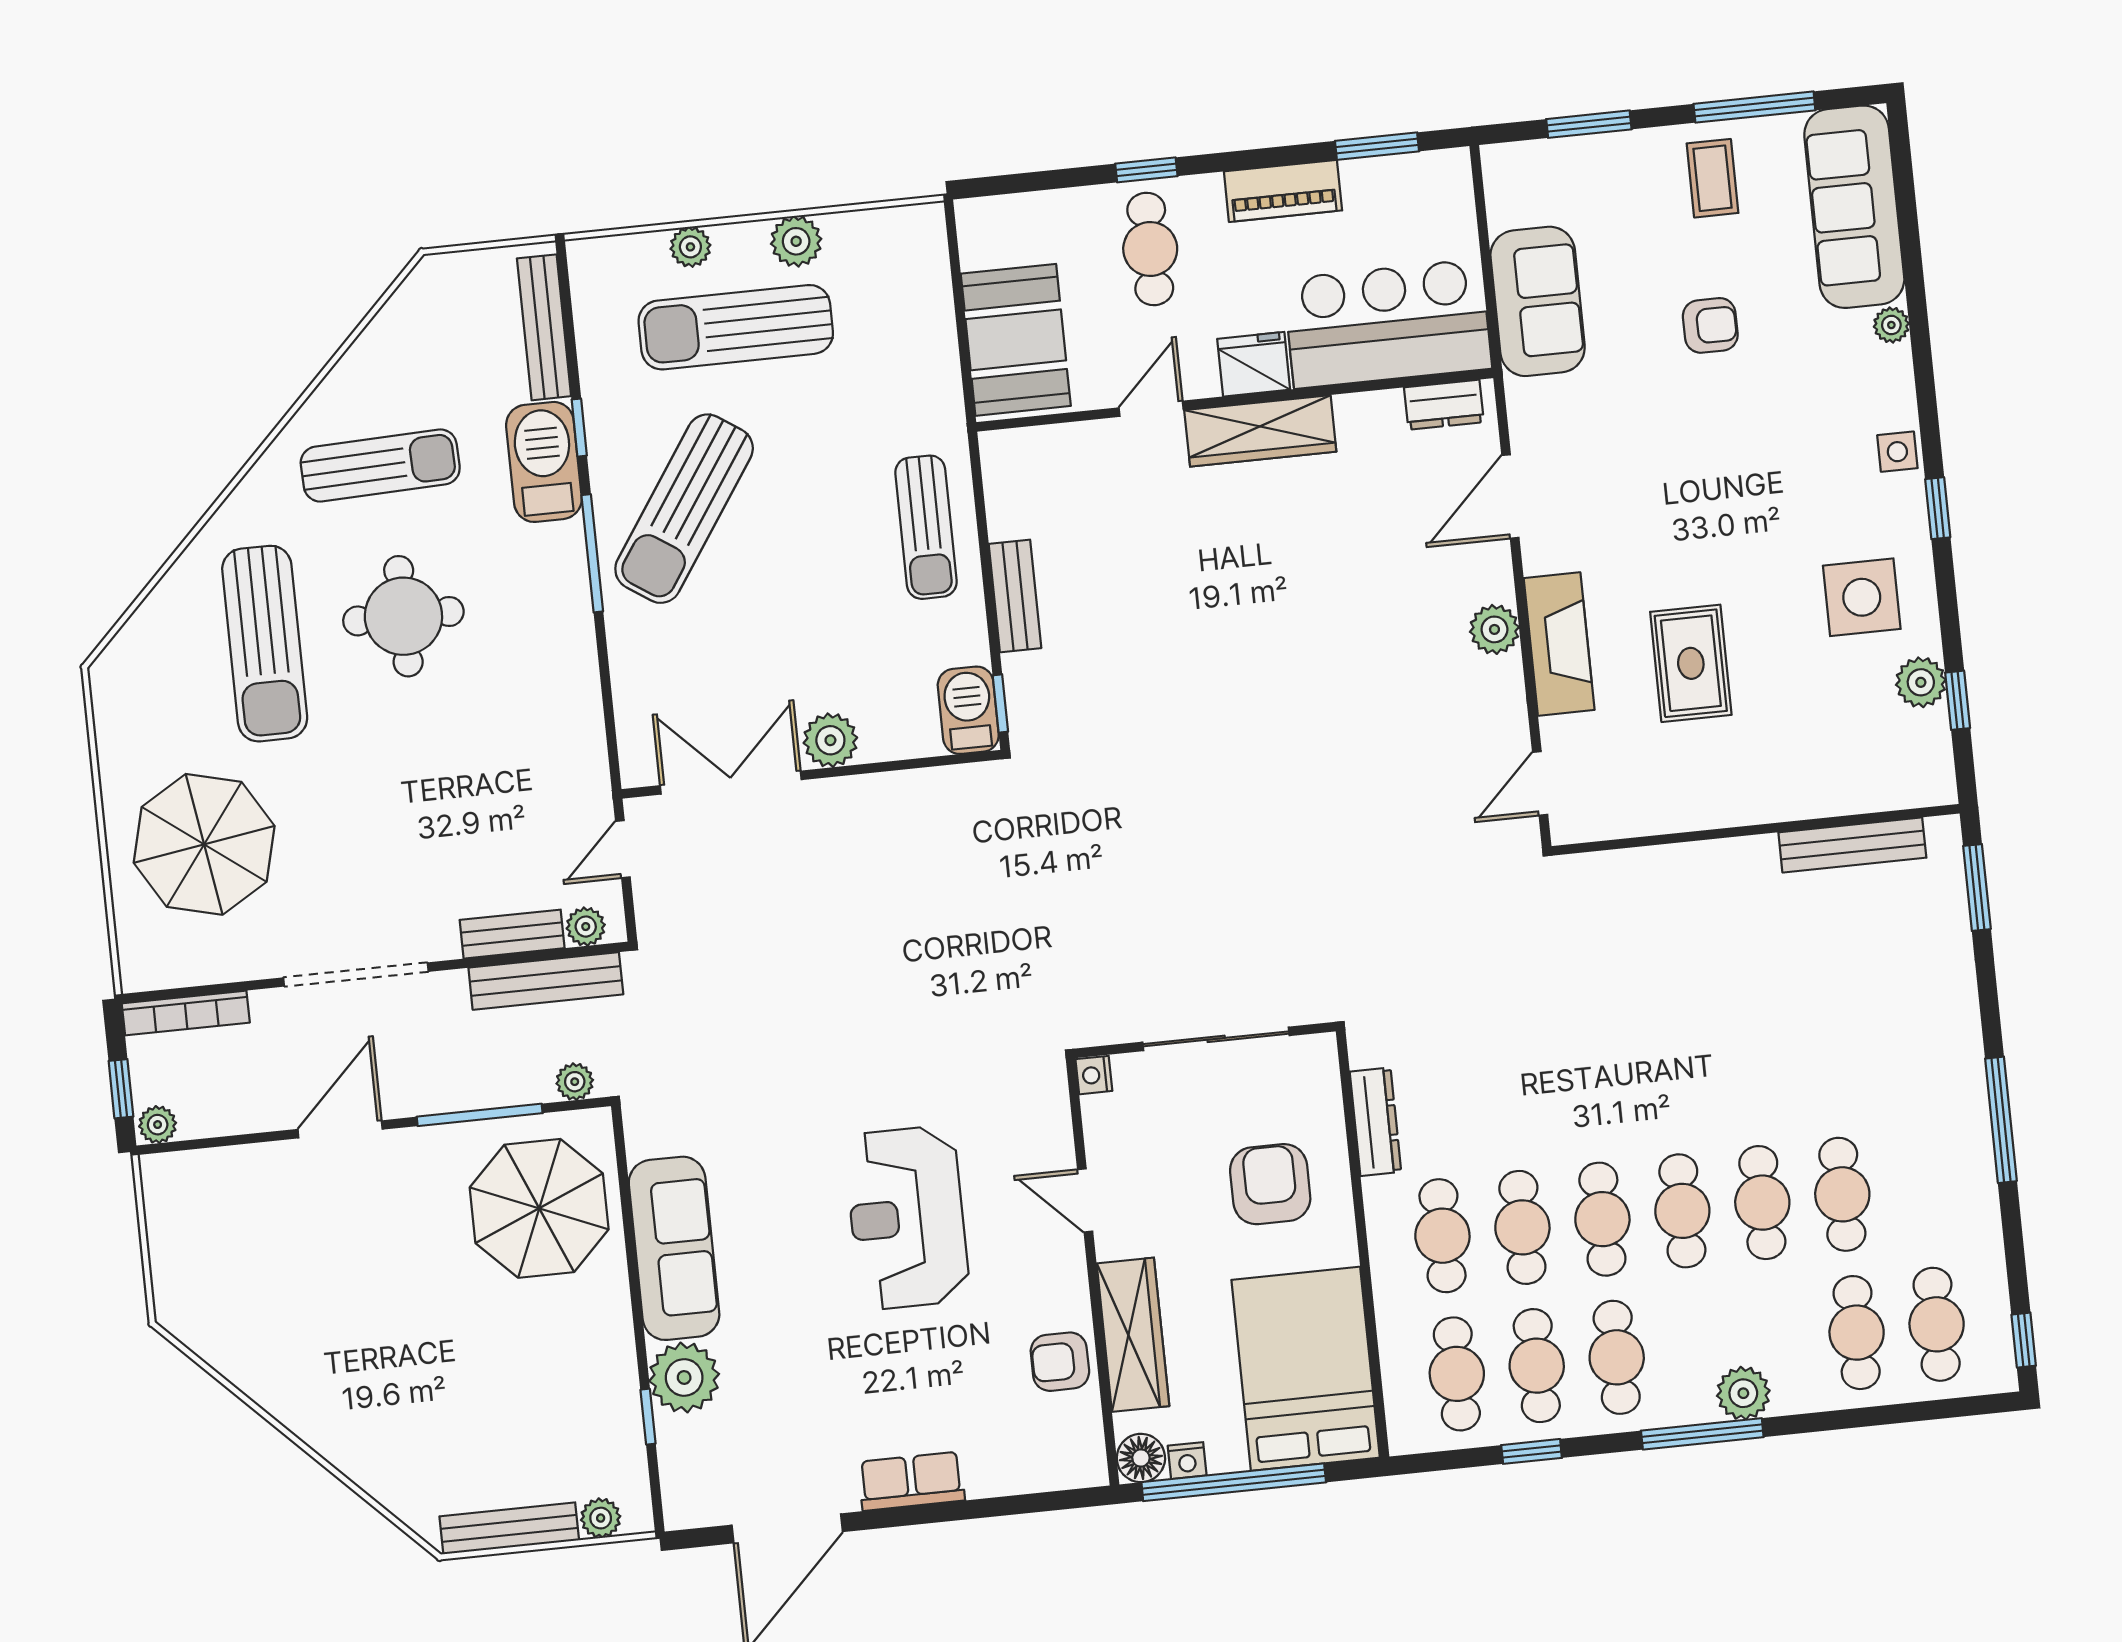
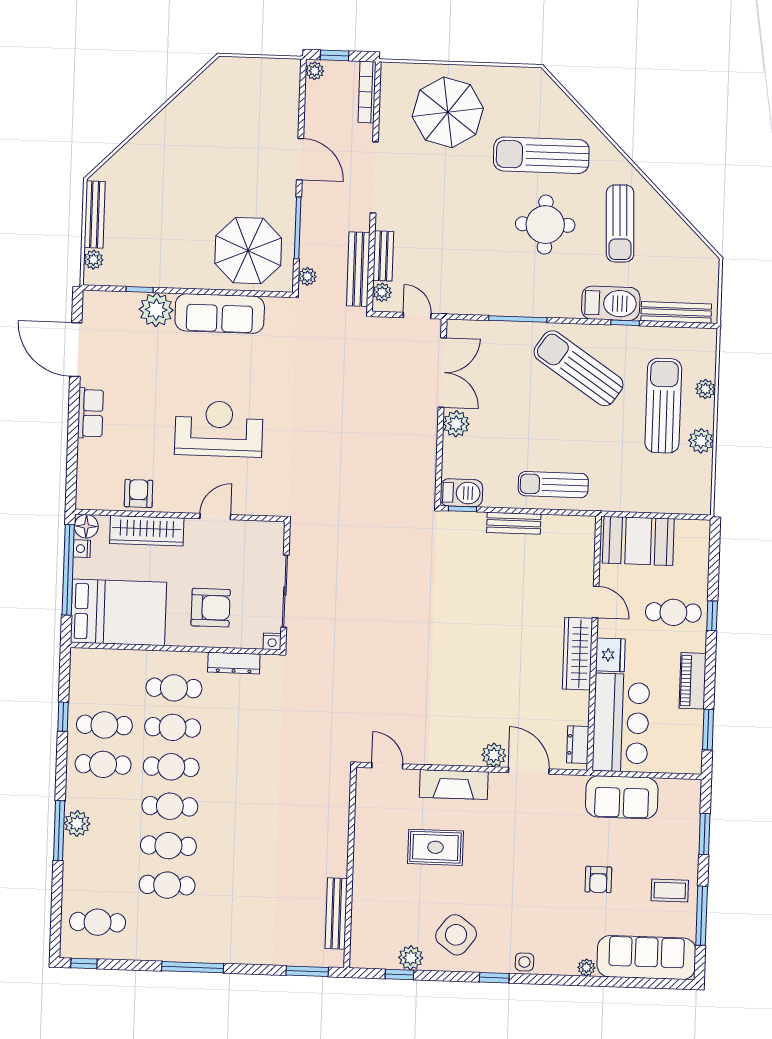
window: (592, 553) -> (518, 319), moved
side table: (1862, 597) -> (456, 935), turned 37
plant: (1494, 629) -> (494, 755), moved
nightstand: (1094, 1075) -> (272, 641), moved, turned 180
cafe table: (1857, 1333) -> (99, 883), removed
cafe table: (1457, 1374) -> (106, 686), removed
window: (1702, 1434) -> (59, 831), moved

